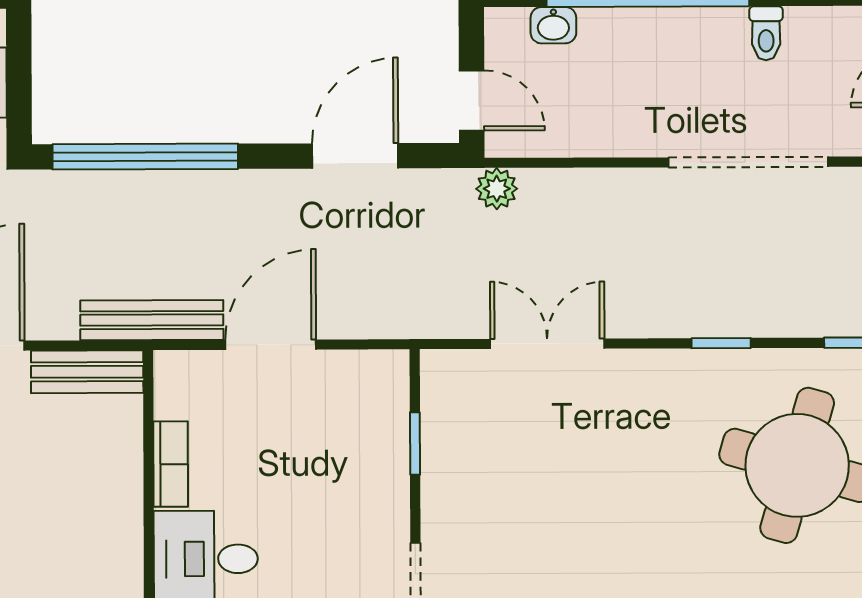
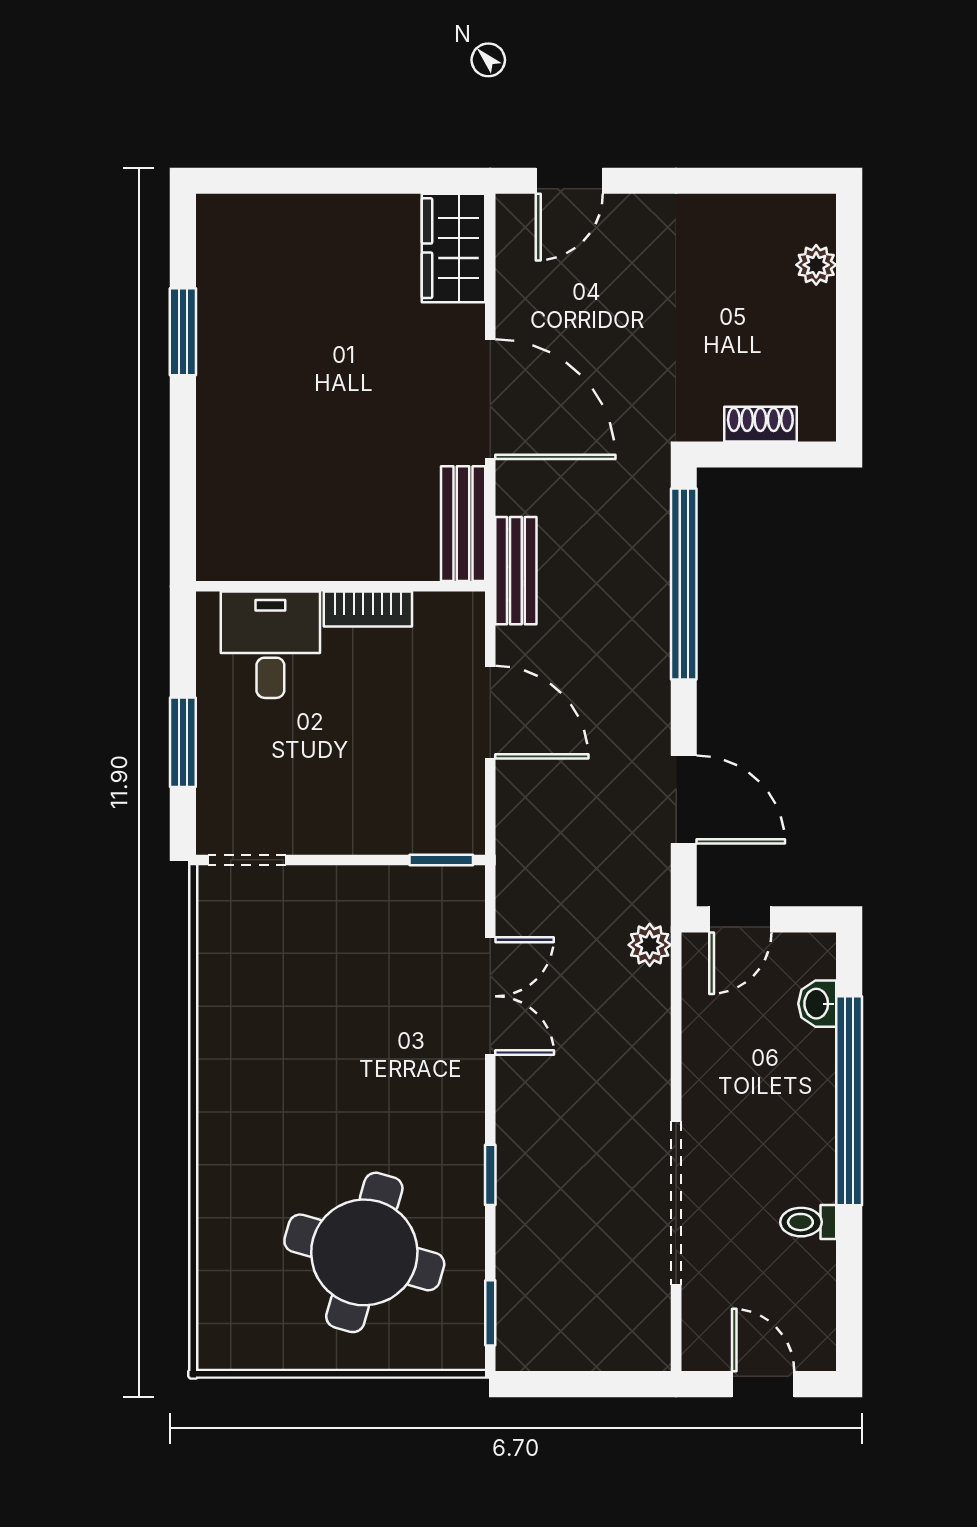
bench: (152, 320) -> (516, 571), width x0.73
window: (415, 443) -> (441, 860), moved

